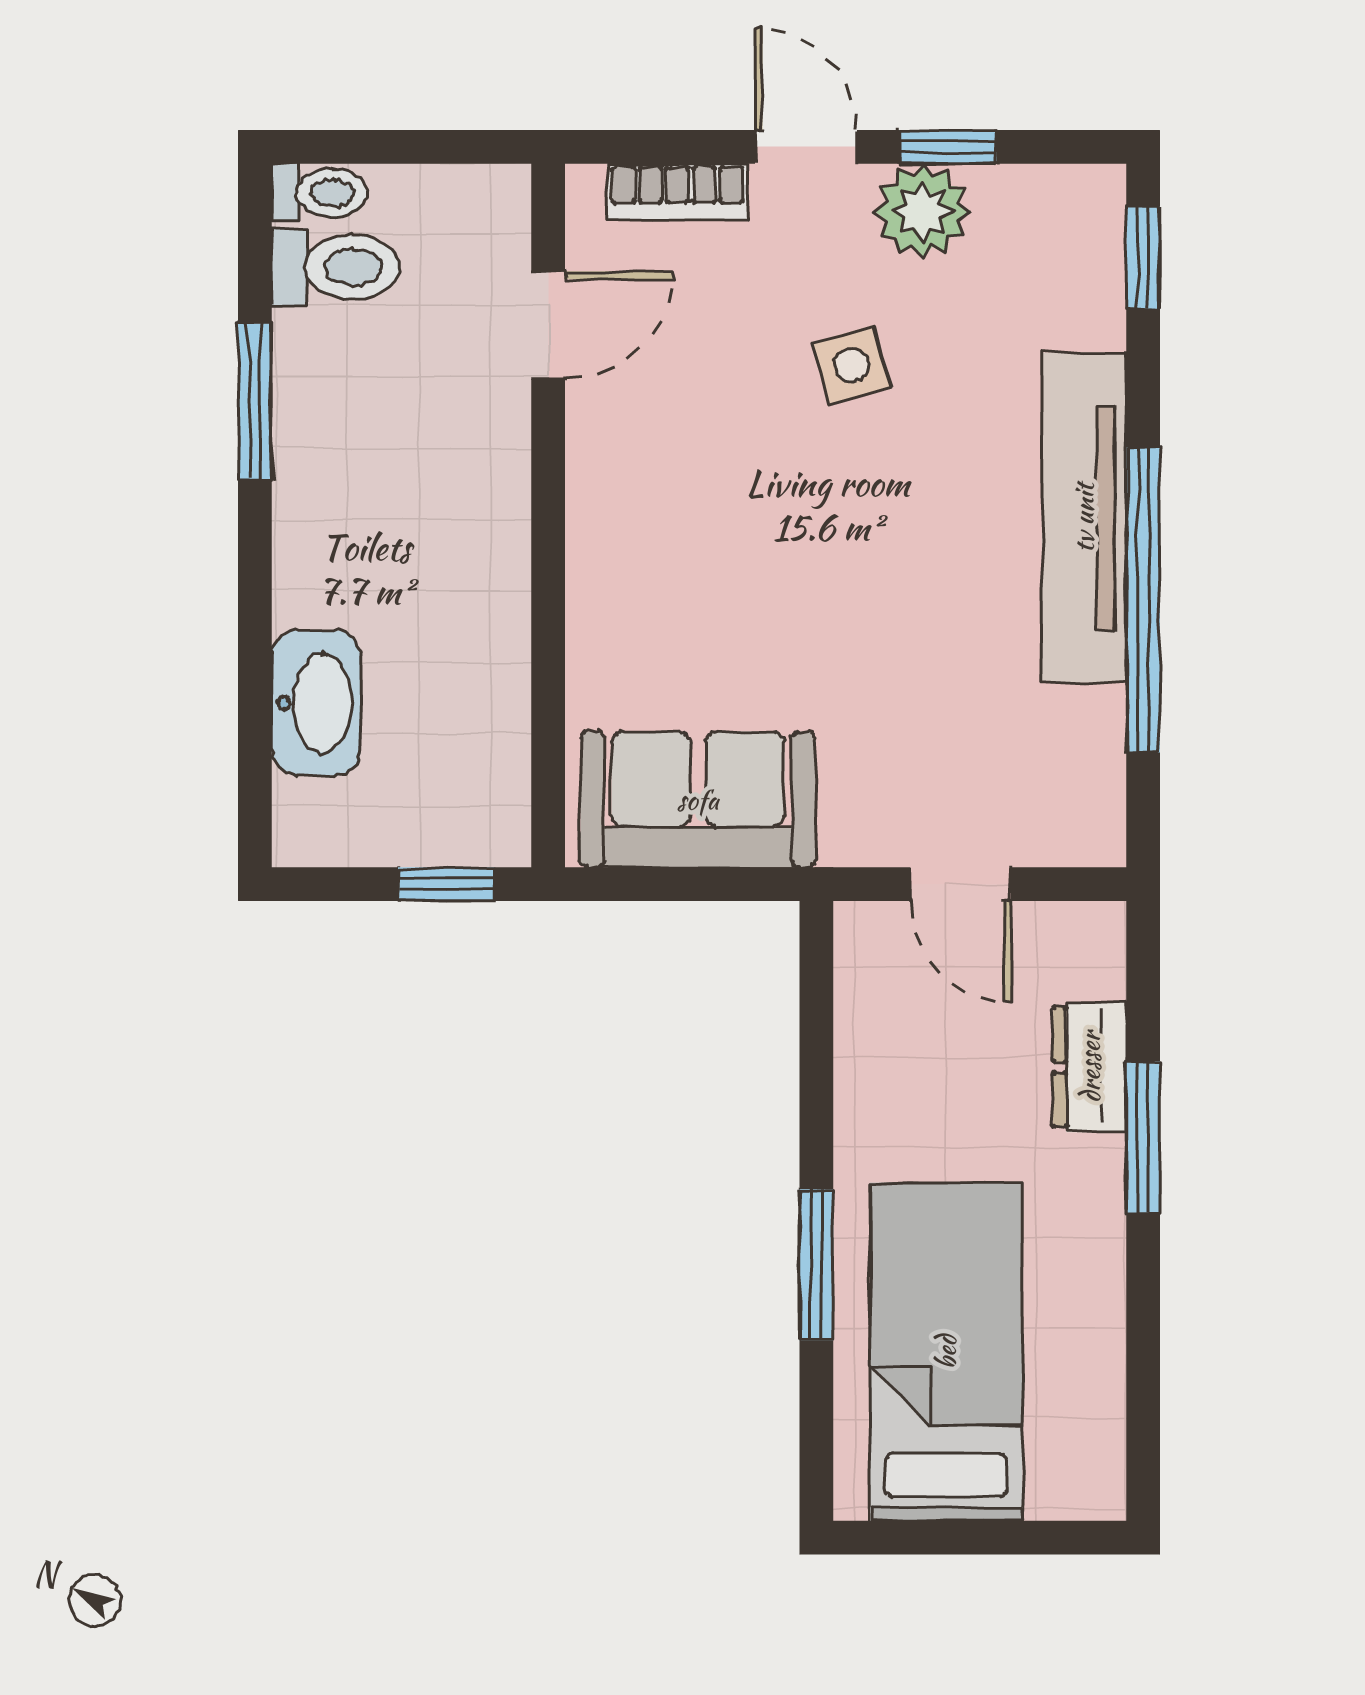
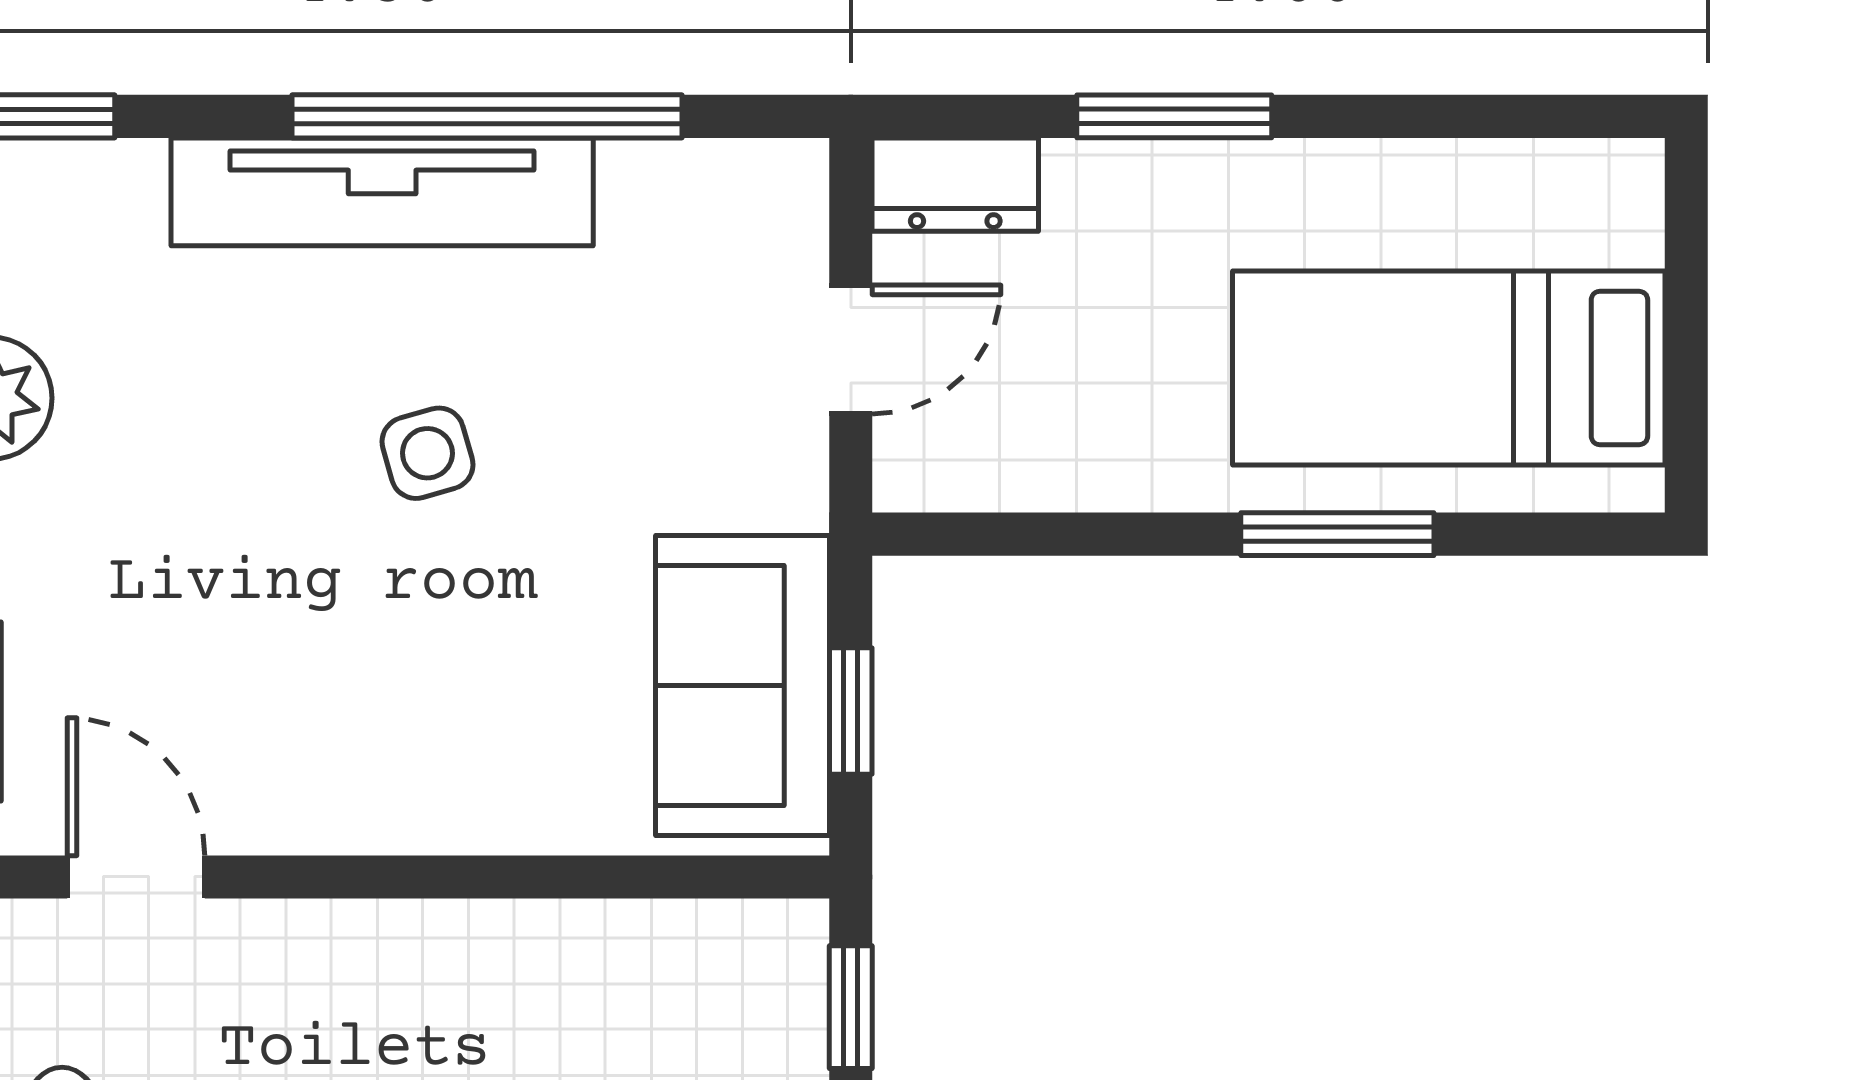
side table: (851, 365) -> (427, 453), moved
window: (678, 884) -> (851, 711), added
dresser: (1090, 1067) -> (955, 185), moved

